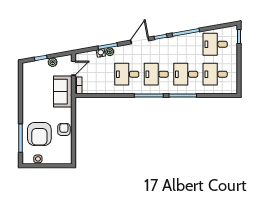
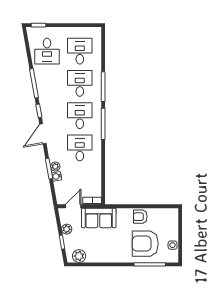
door: (140, 40) -> (43, 134), hinge flipped
door: (73, 68) -> (73, 206), hinge flipped
plant: (28, 74) -> (79, 256), added
desk: (127, 74) -> (80, 148), turned 180
desk: (156, 74) -> (80, 116), turned 180
desk: (186, 74) -> (80, 83), turned 180
desk: (215, 74) -> (80, 51), turned 180
armchair: (39, 134) -> (145, 244), turned 180

